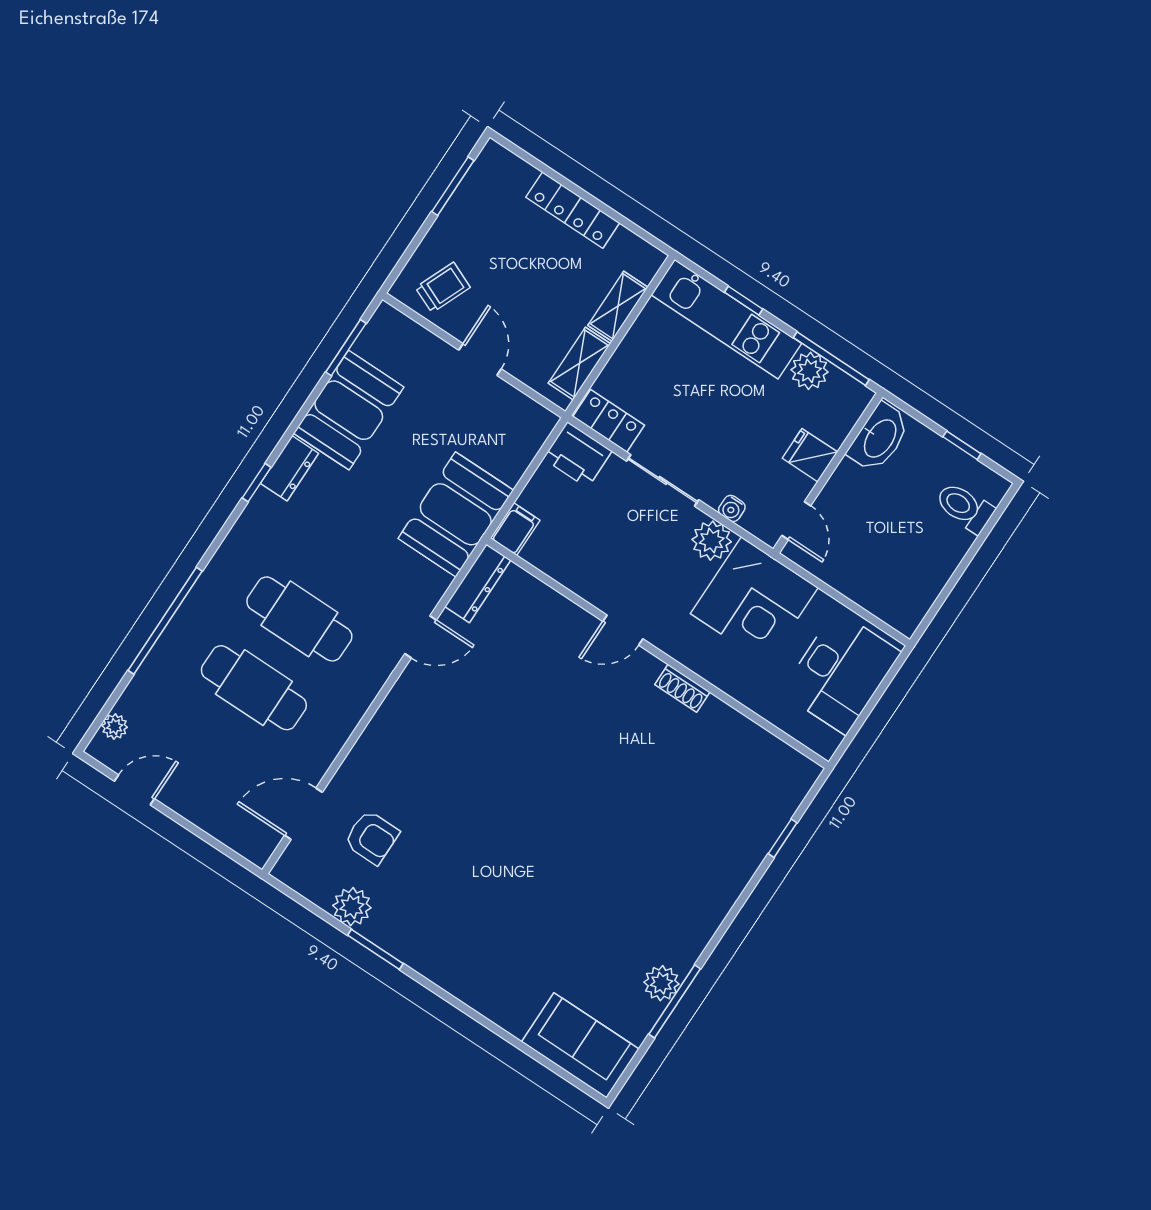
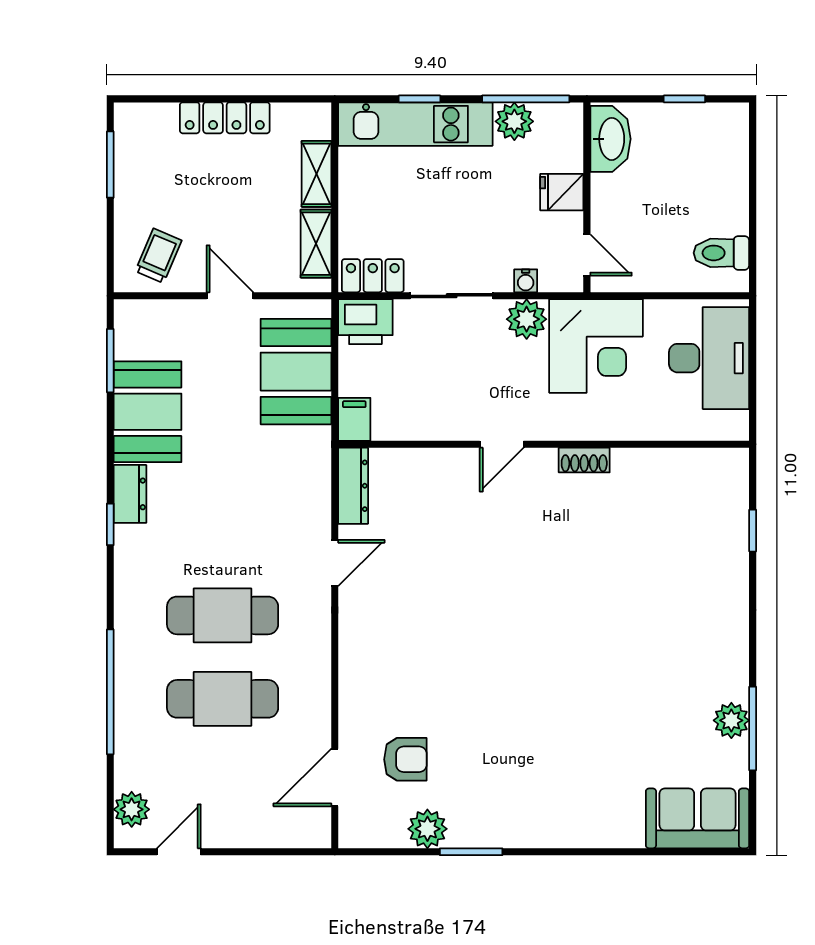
toilet: (965, 507) -> (721, 253), moved
booth: (456, 514) -> (296, 372), moved
plant: (115, 727) -> (132, 809), width x1.38, depth x1.38

